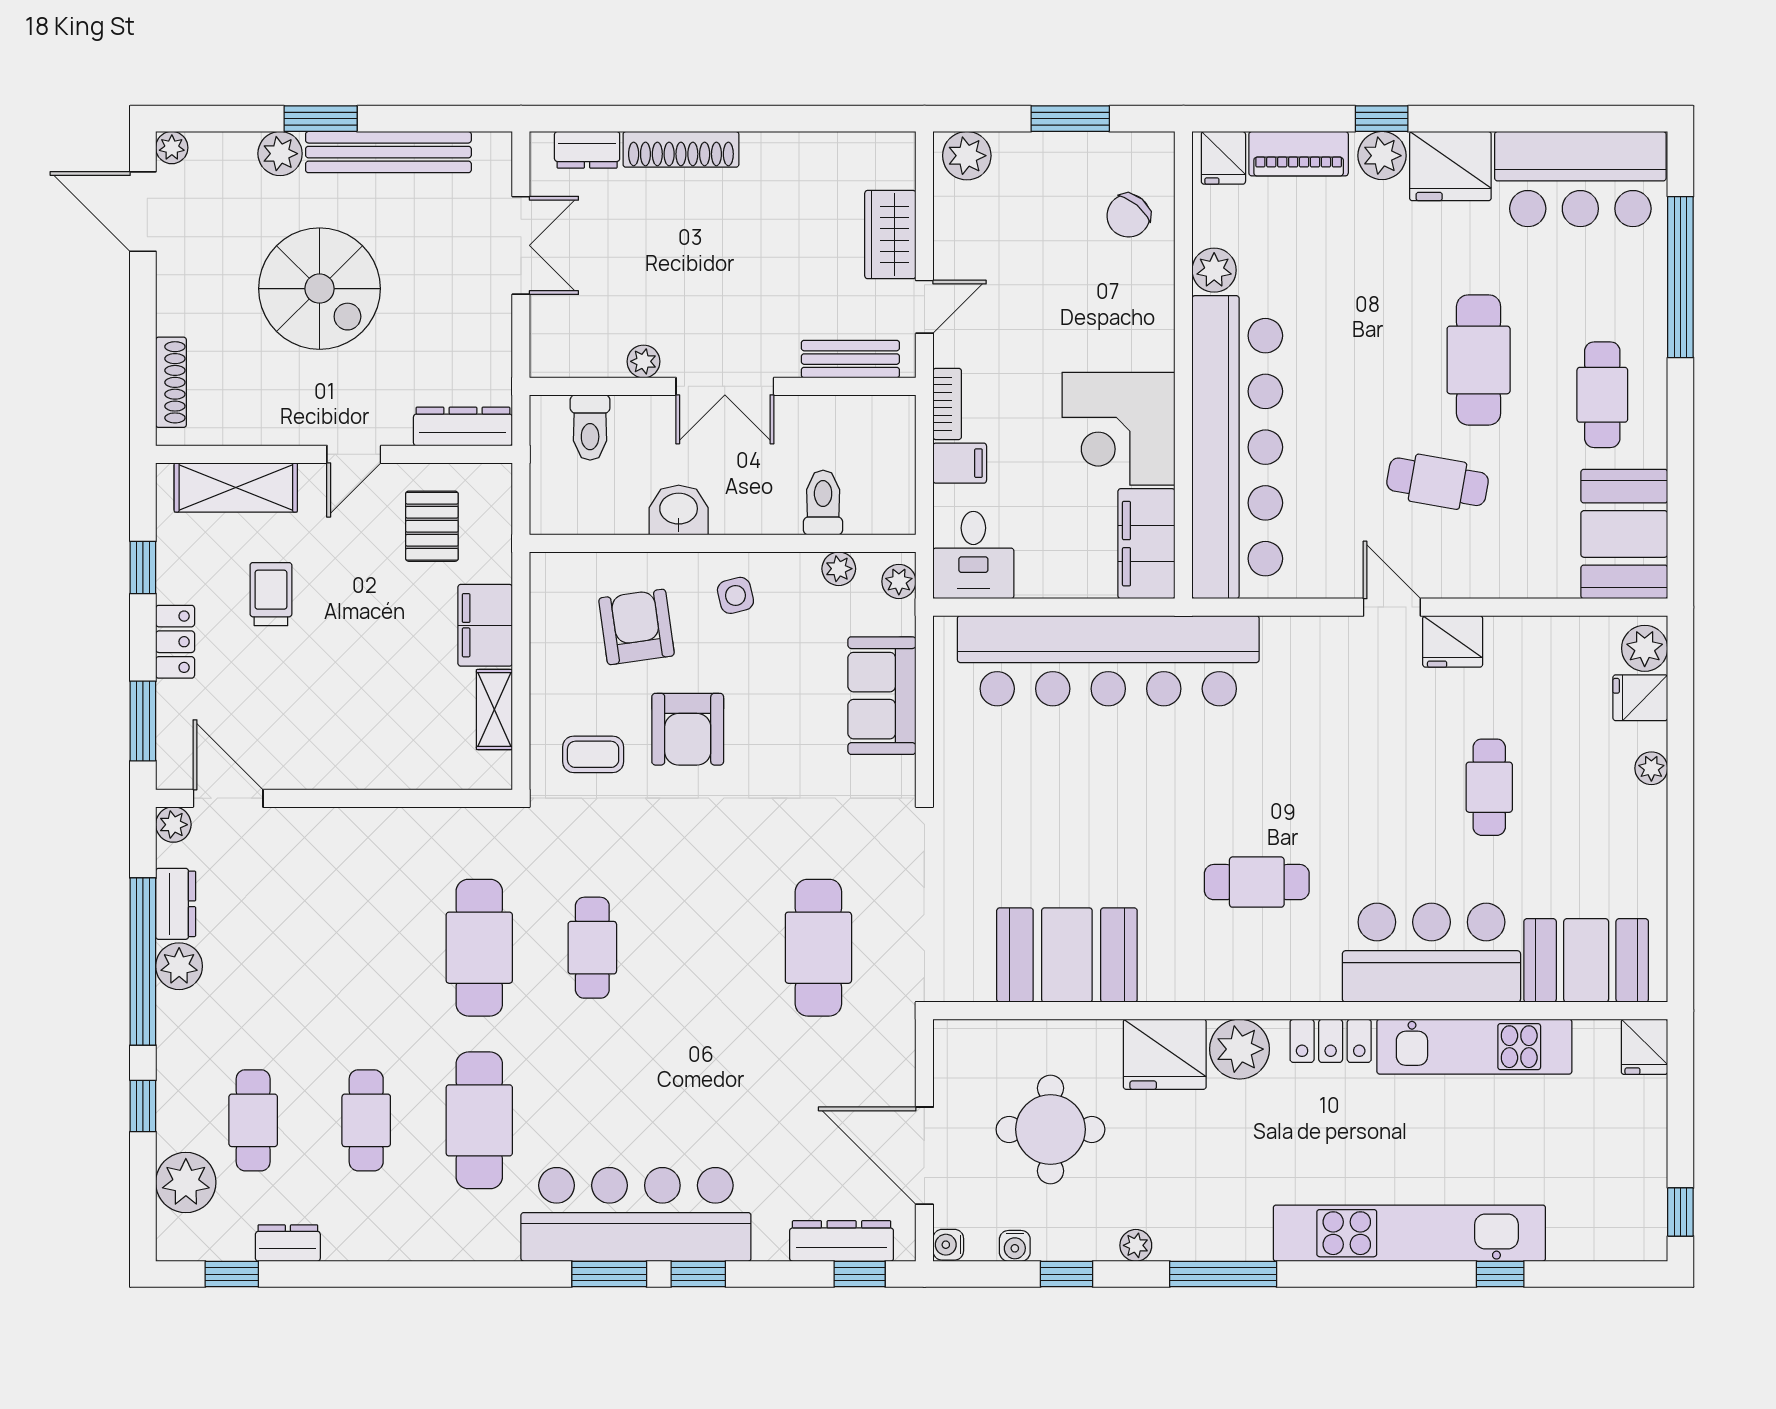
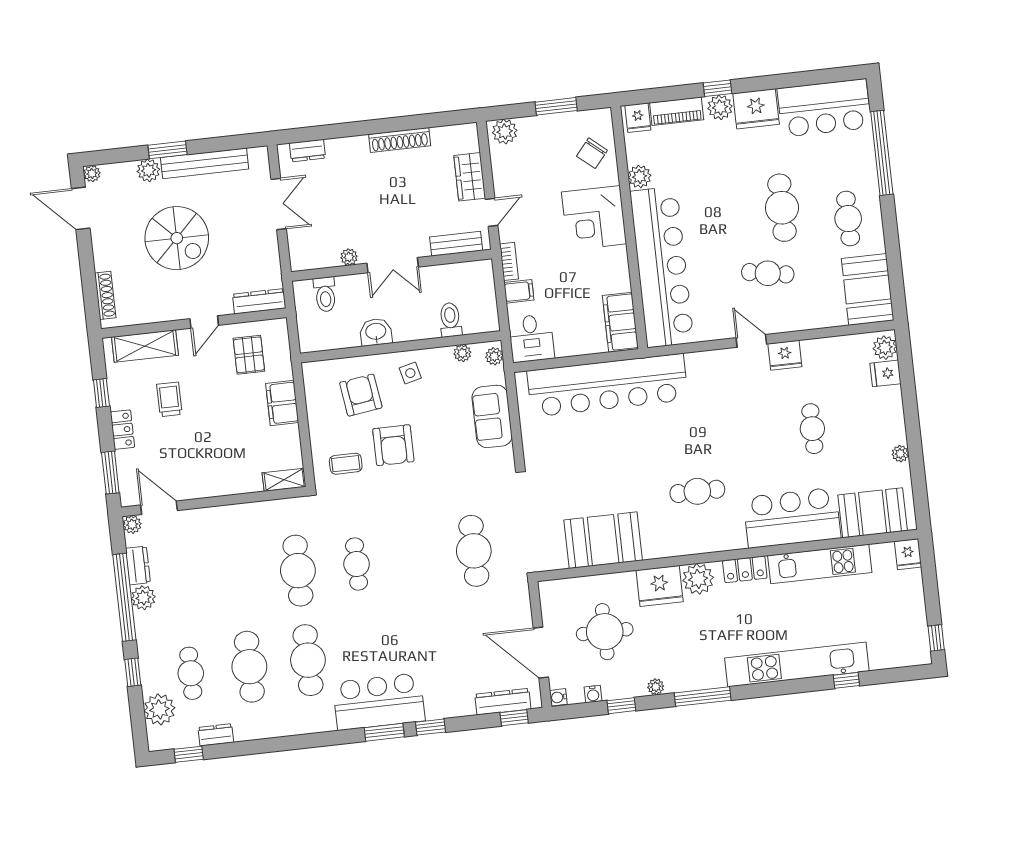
shoe rack: (681, 149) -> (400, 140), moved
corner desk: (1119, 429) -> (594, 218), moved
shelving: (494, 710) -> (284, 480), moved, turned 90
plant: (1651, 768) -> (900, 454), moved
cafe table: (366, 1120) -> (249, 667), width x1.37, depth x1.35
bar counter: (636, 1214) -> (379, 702), width x0.73

